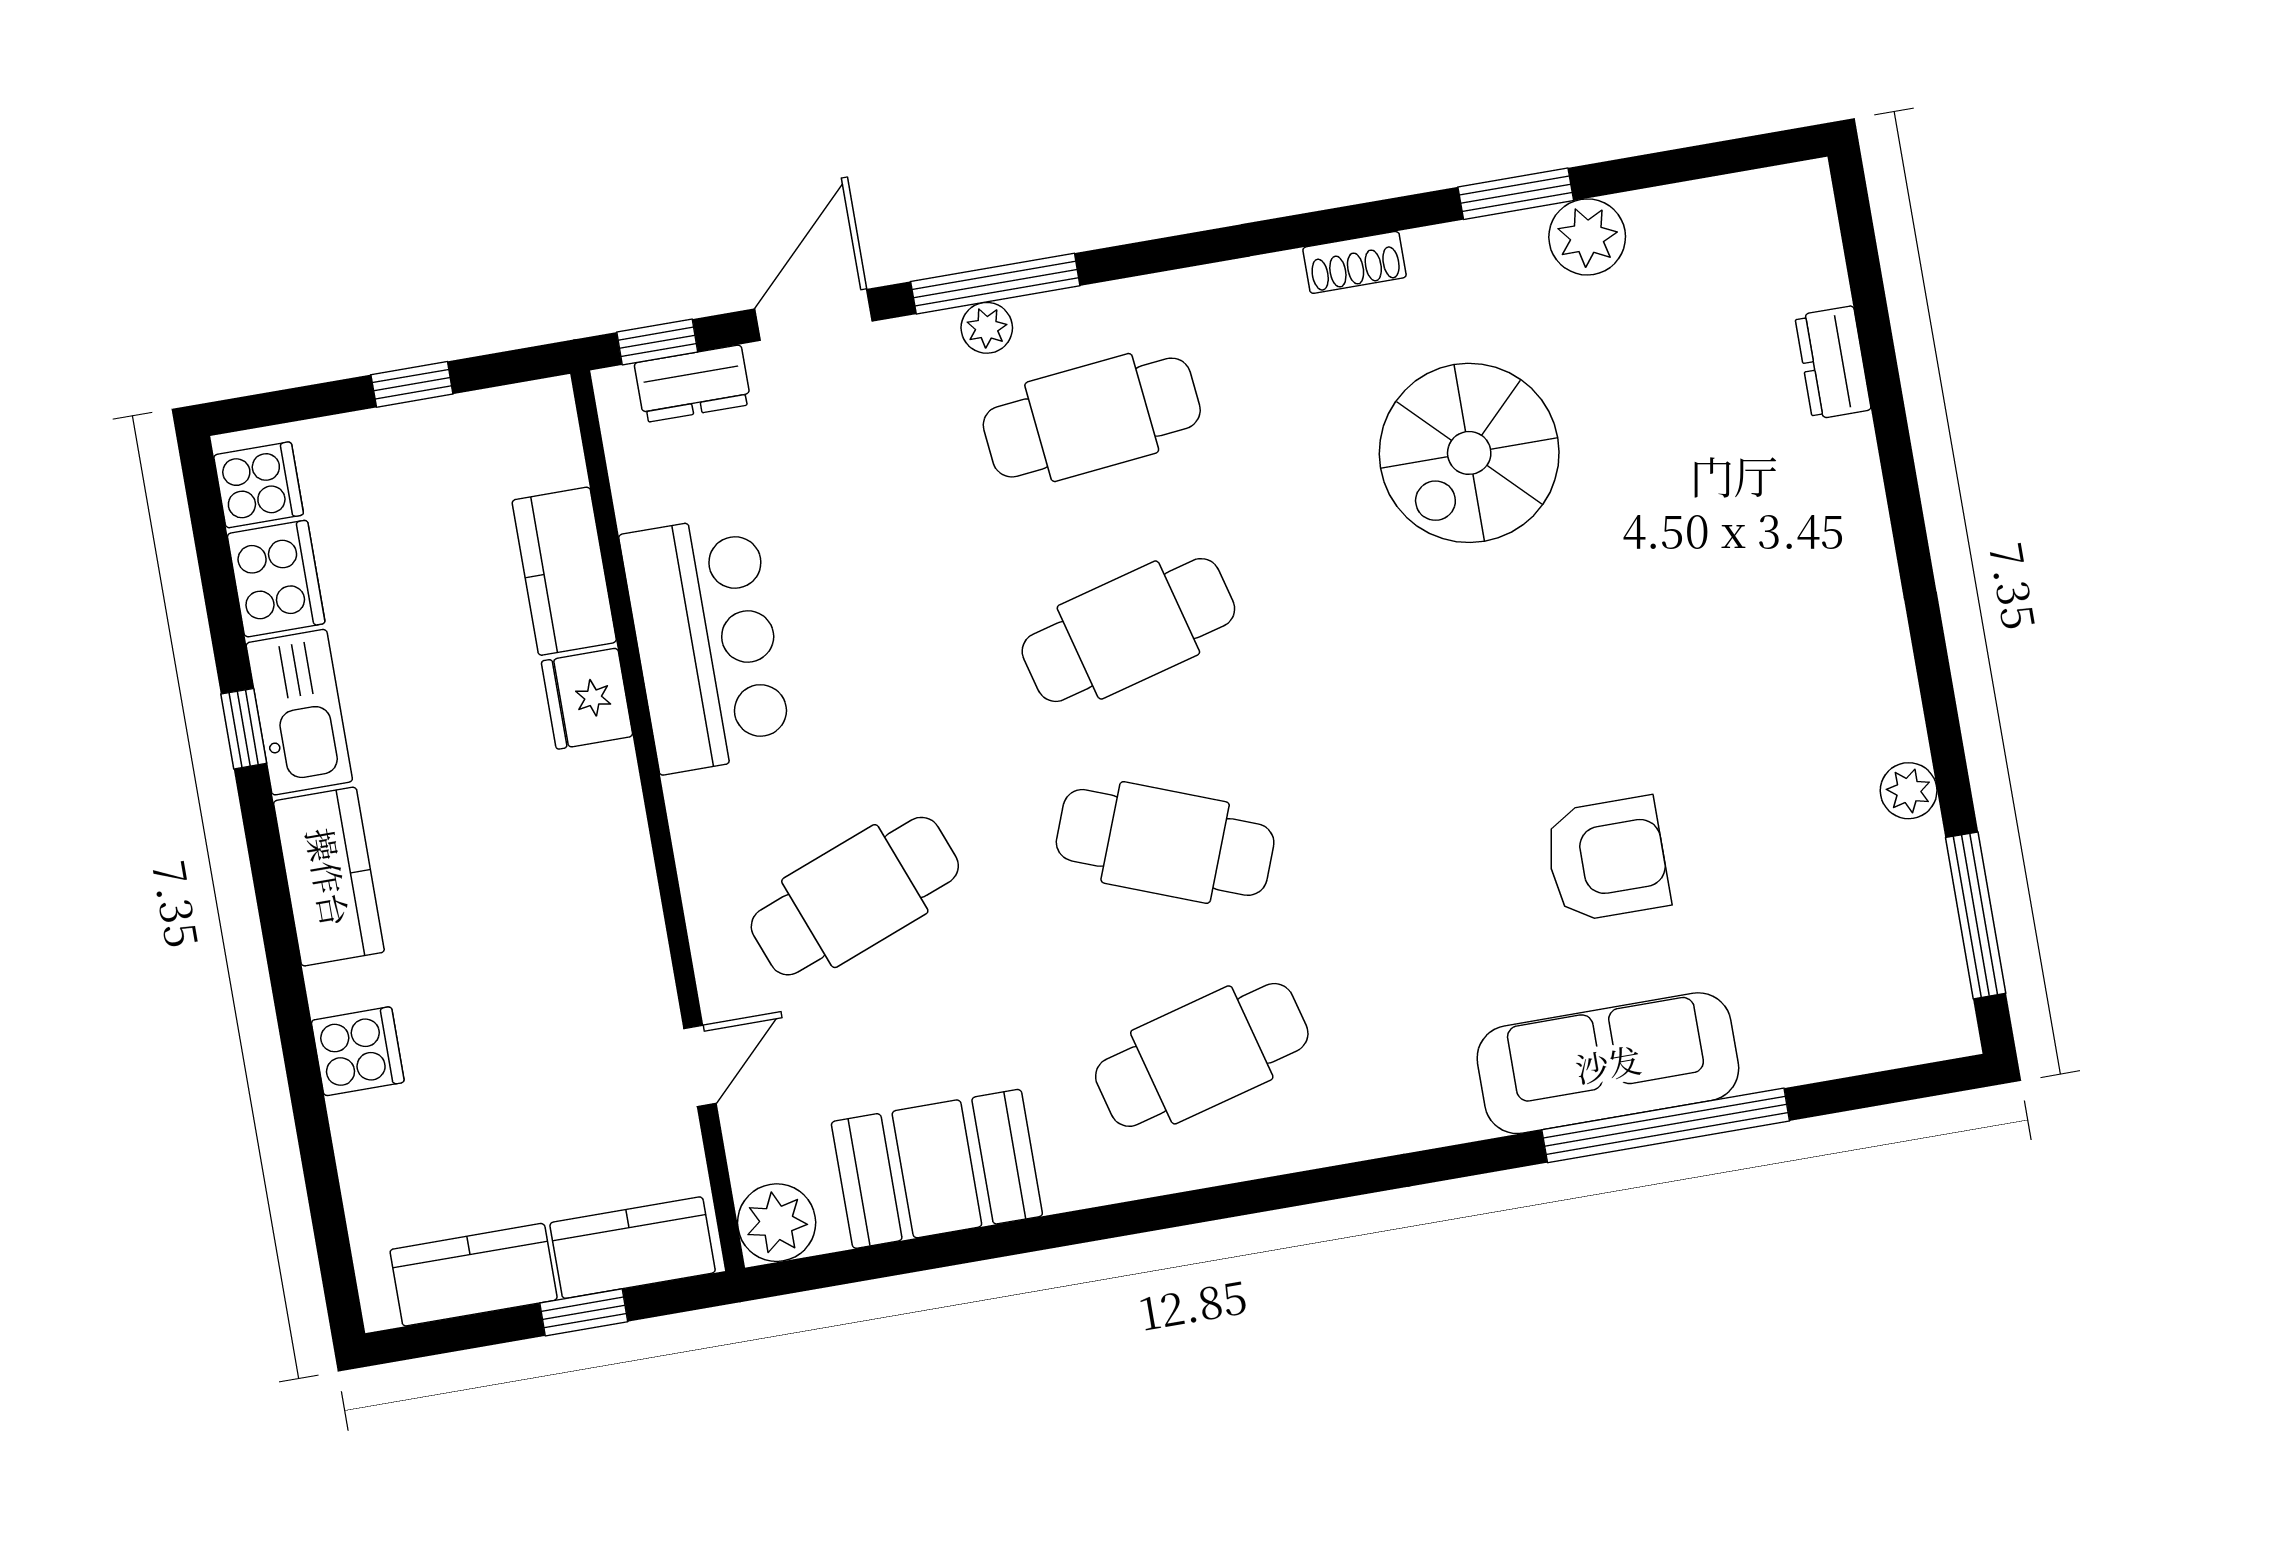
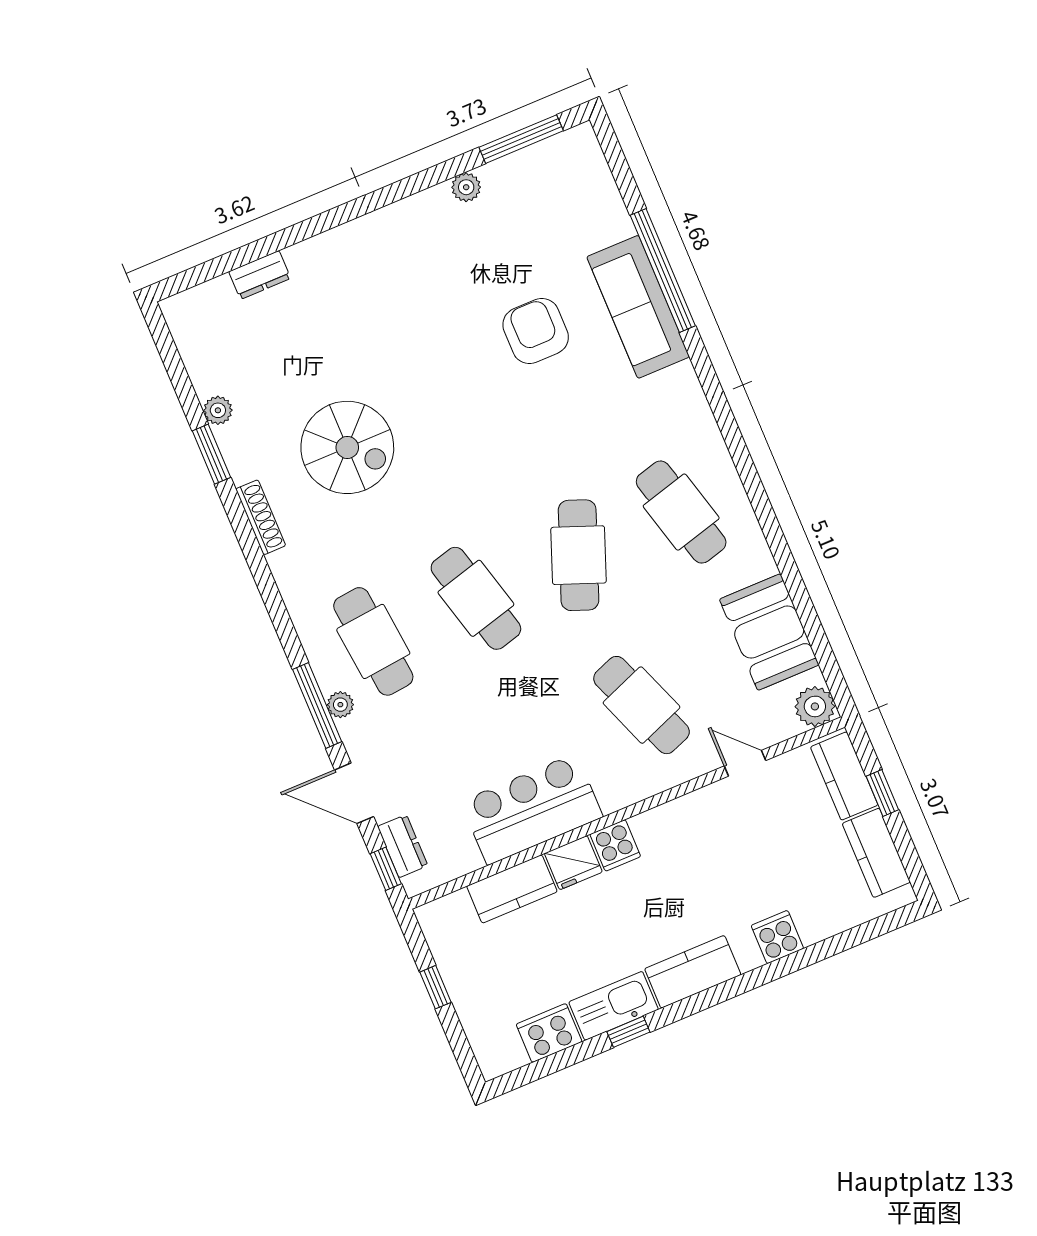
plant: (1587, 237) -> (218, 410), width x0.73, depth x0.73
shoe rack: (1355, 262) -> (261, 517), width x1.43
cooker: (259, 485) -> (615, 845), moved, turned 180

